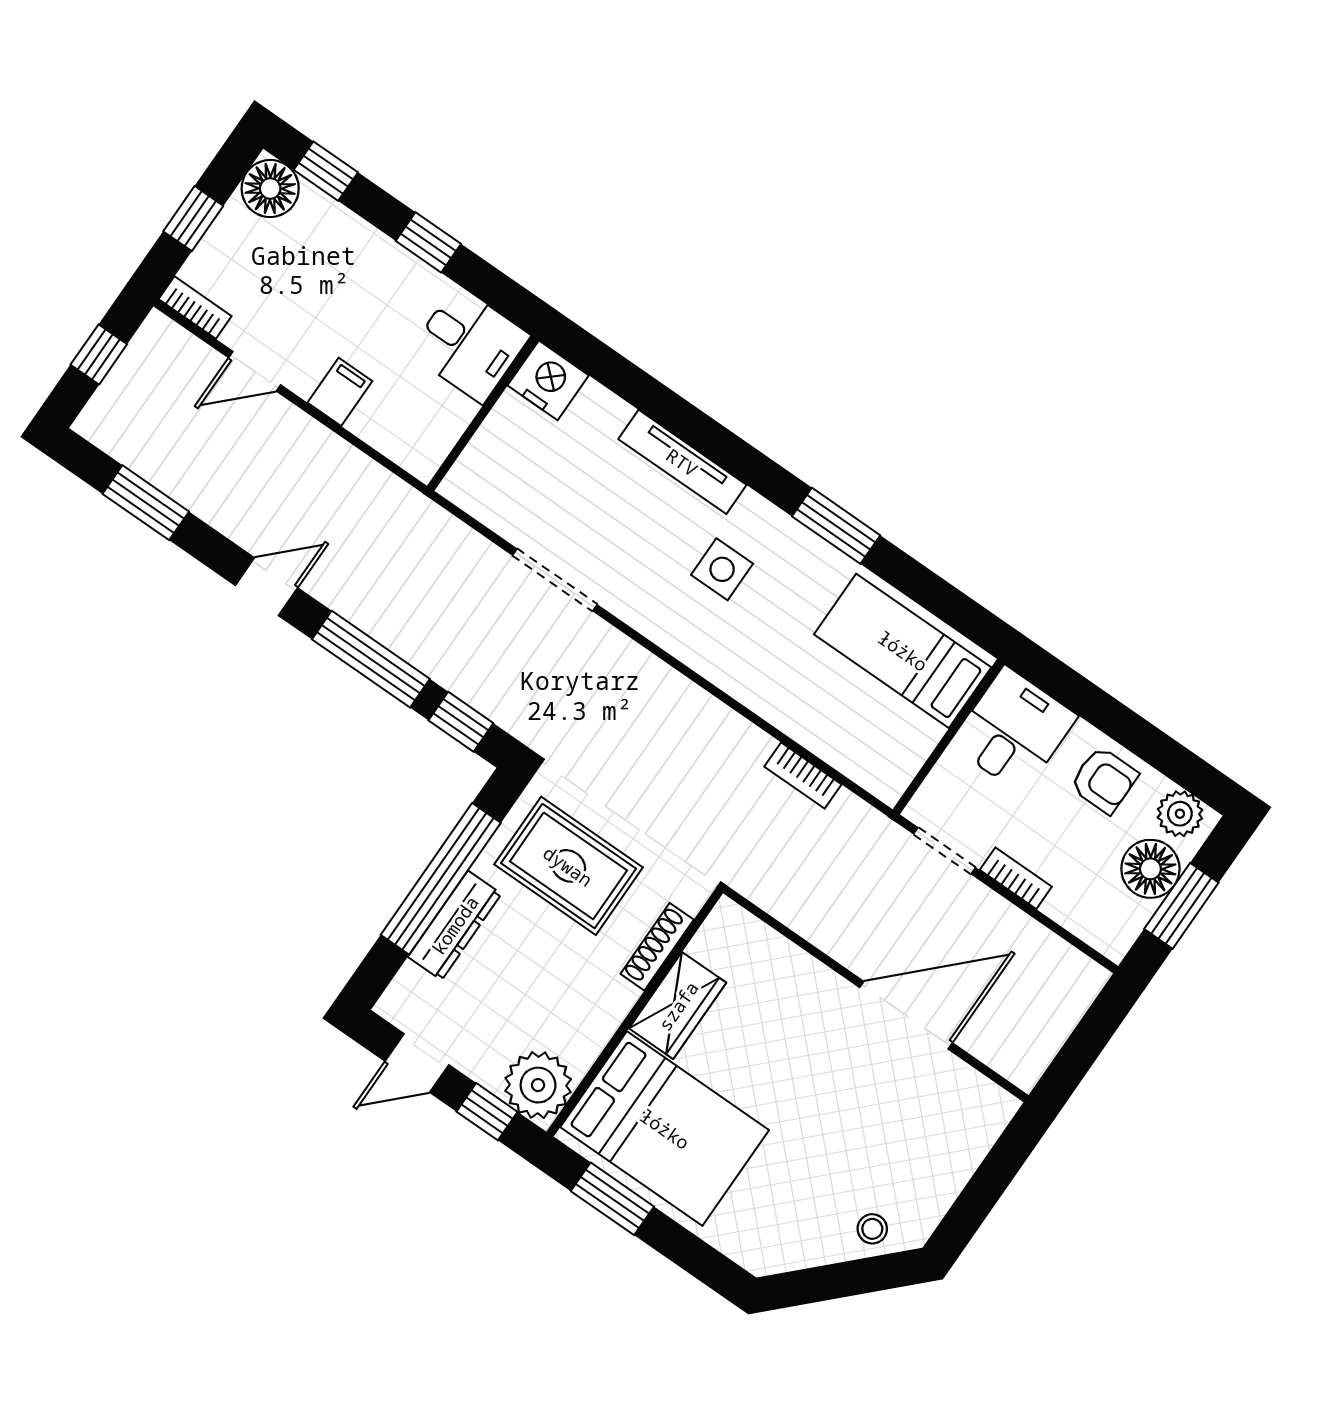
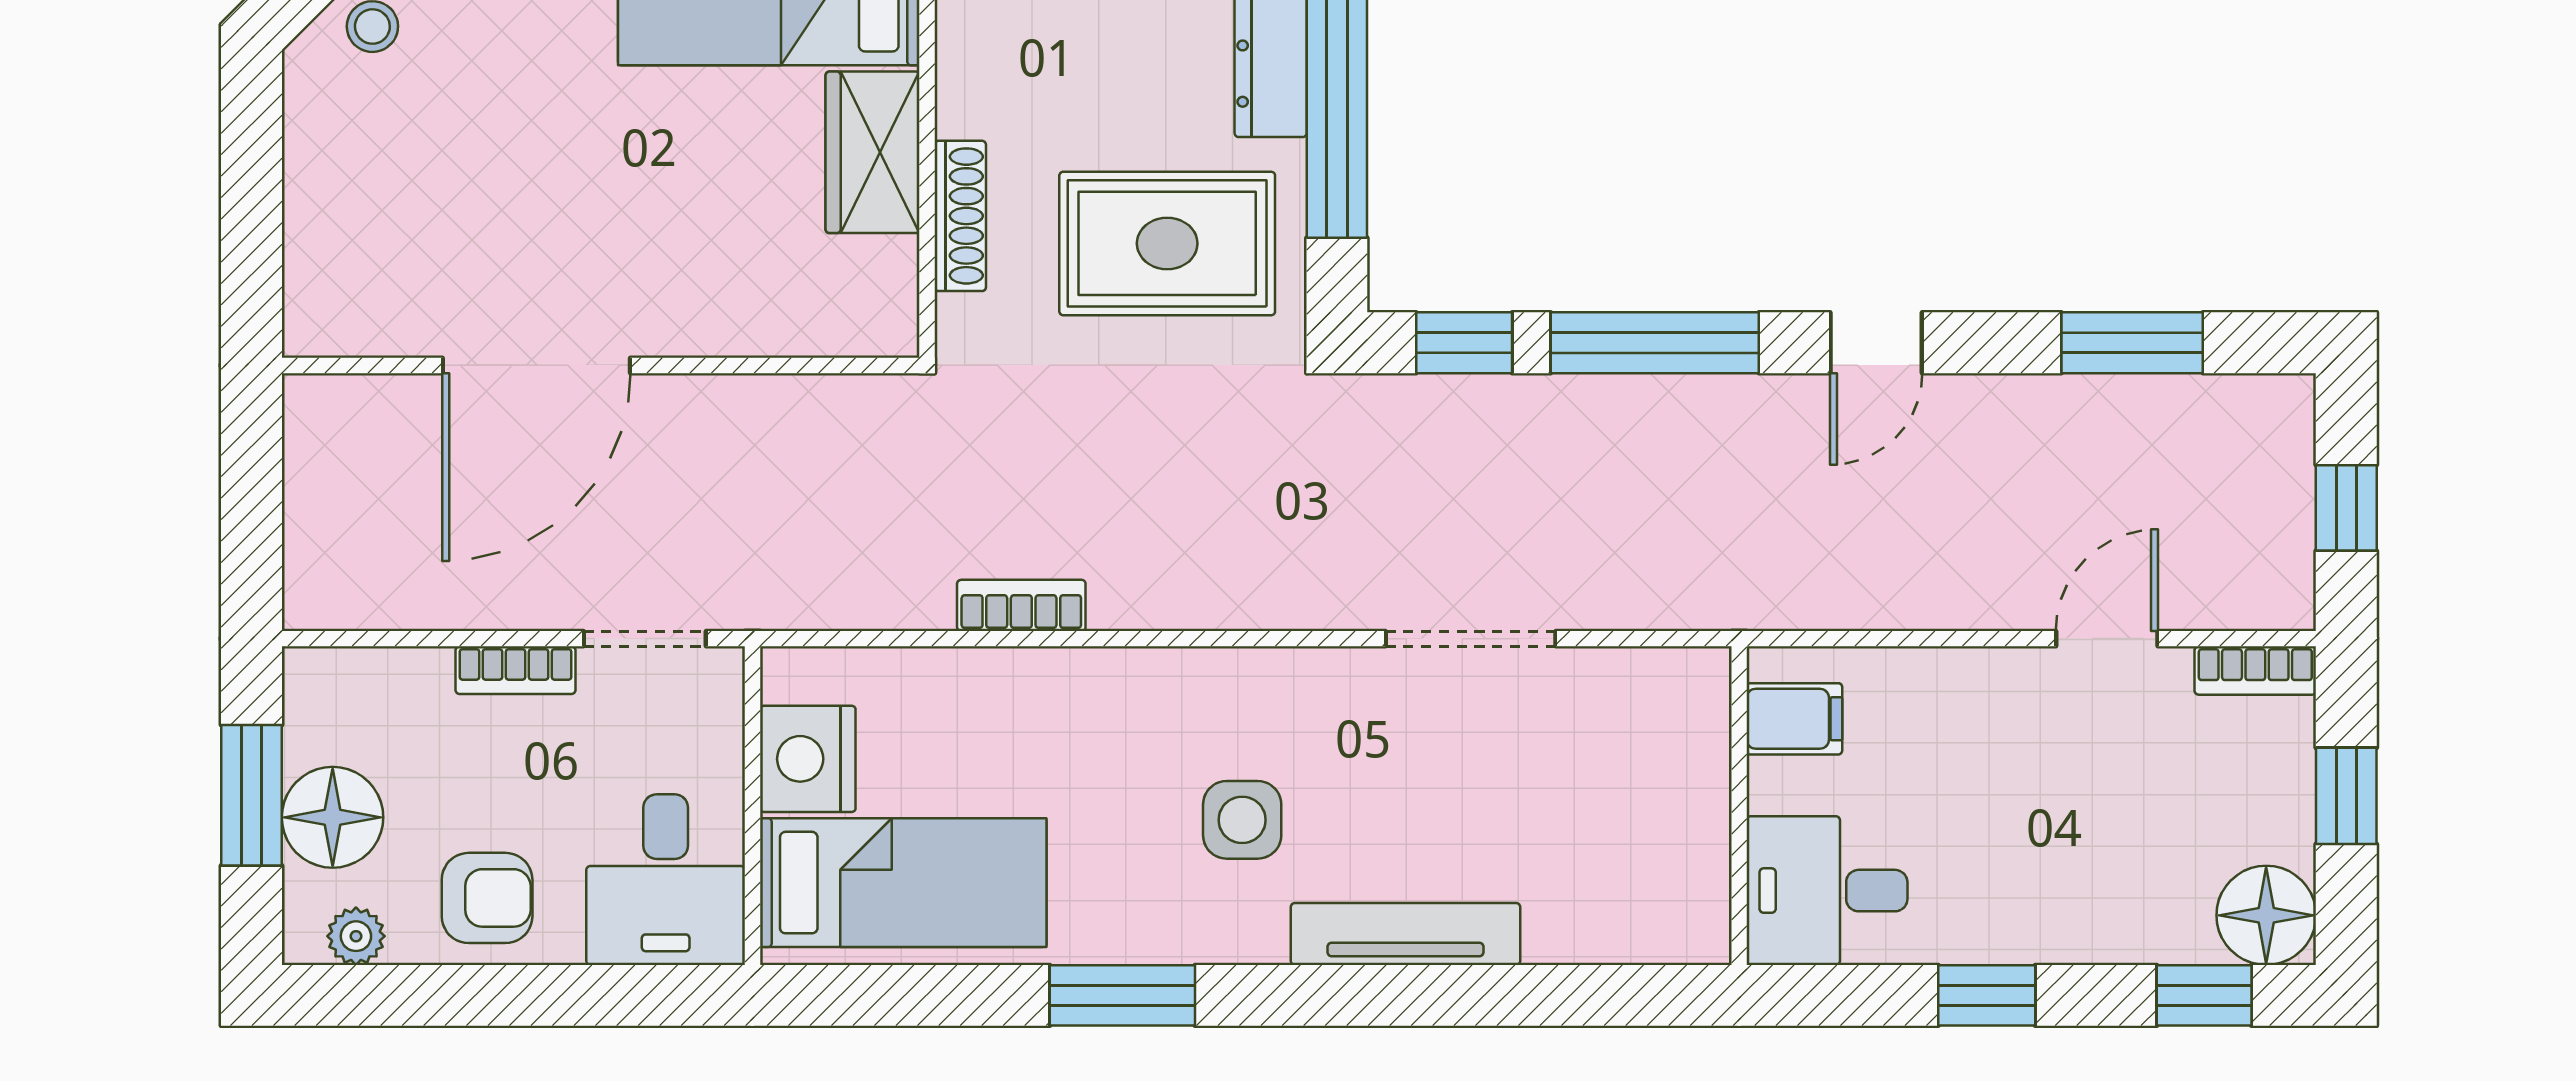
nightstand: (548, 380) -> (808, 759), moved, turned 90
filing cabinet: (340, 392) -> (1794, 719), moved, turned -90
bookcase: (803, 776) -> (1021, 605), moved
armchair: (1104, 780) -> (487, 898), turned 180
plant: (1180, 814) -> (356, 936), width x0.73, depth x0.73

